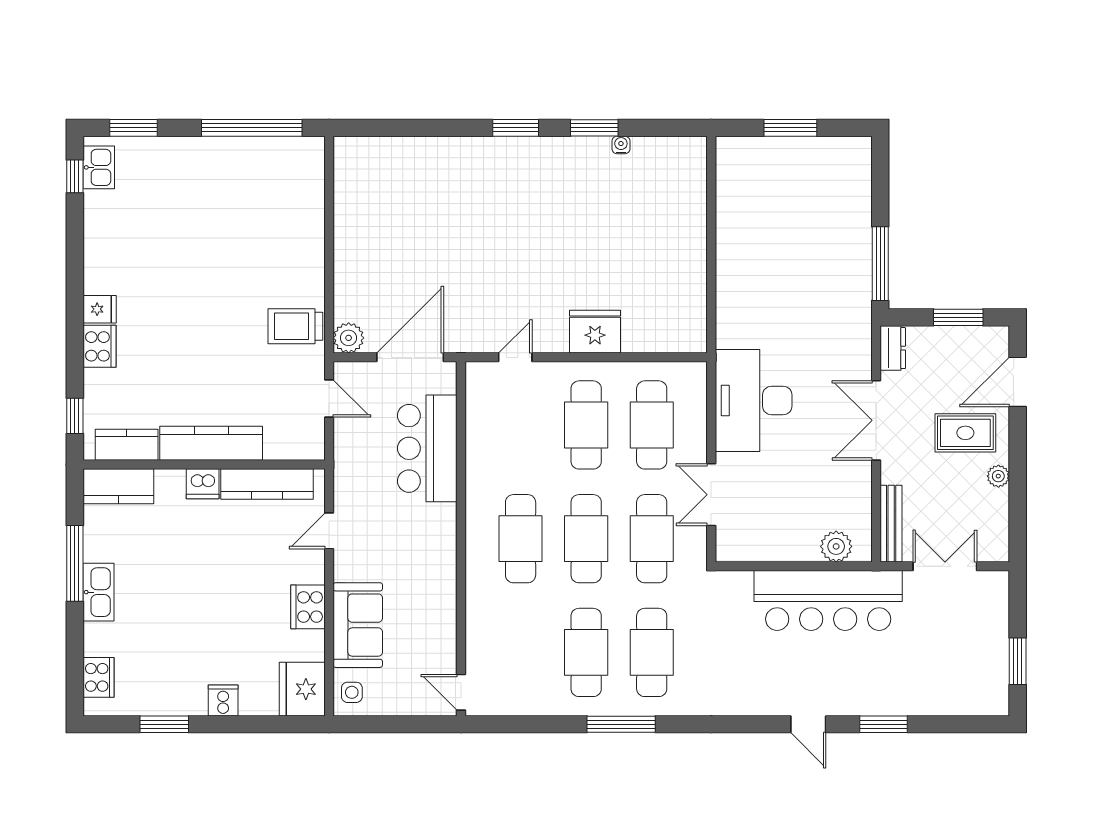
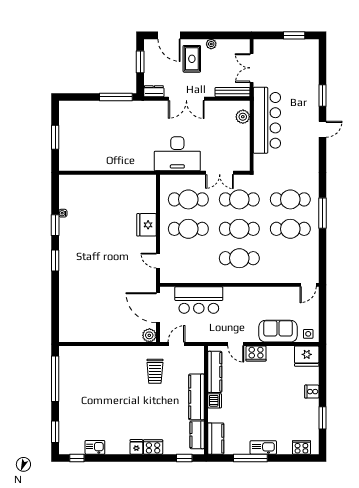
kitchen sink: (99, 167) -> (95, 447), moved
trolley: (295, 326) -> (155, 371), moved
cooker: (308, 607) -> (256, 354), moved

